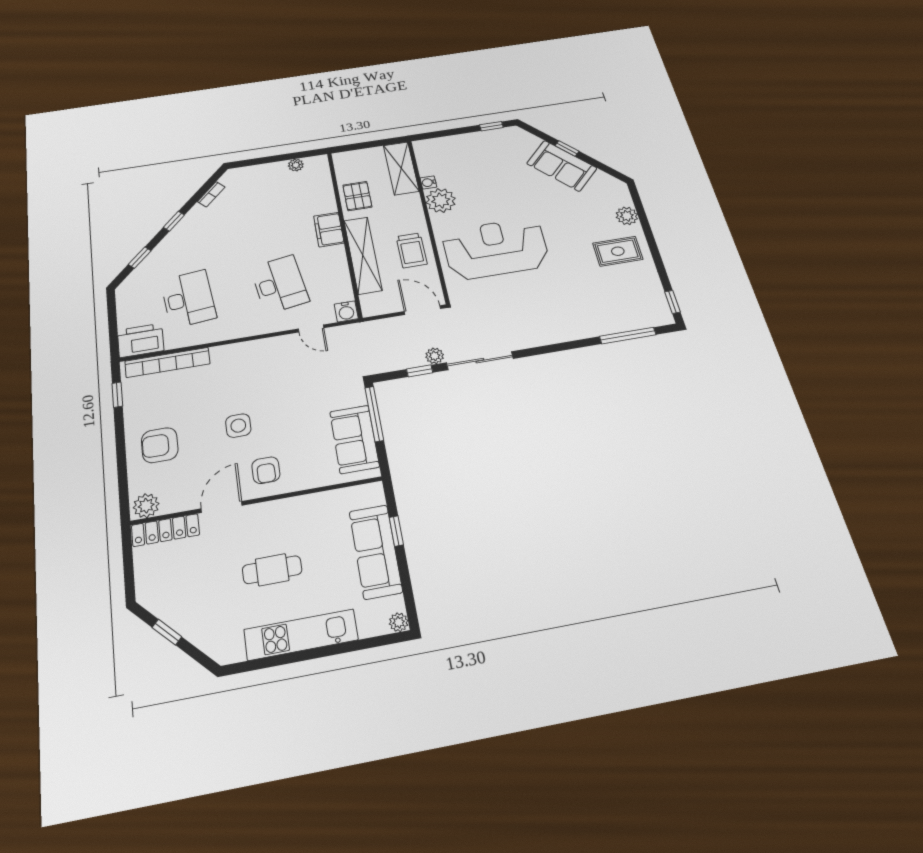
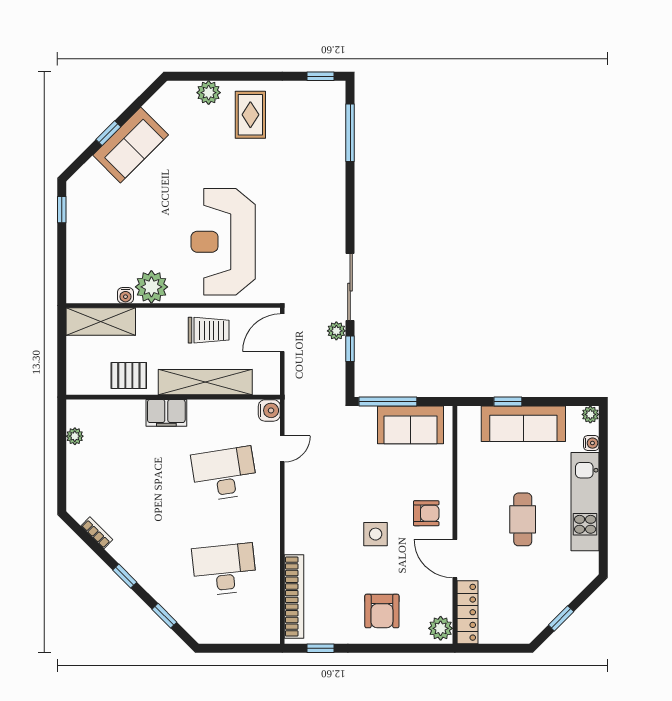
printer: (141, 340) -> (264, 621), removed
water cooler: (367, 629) -> (591, 443), added

